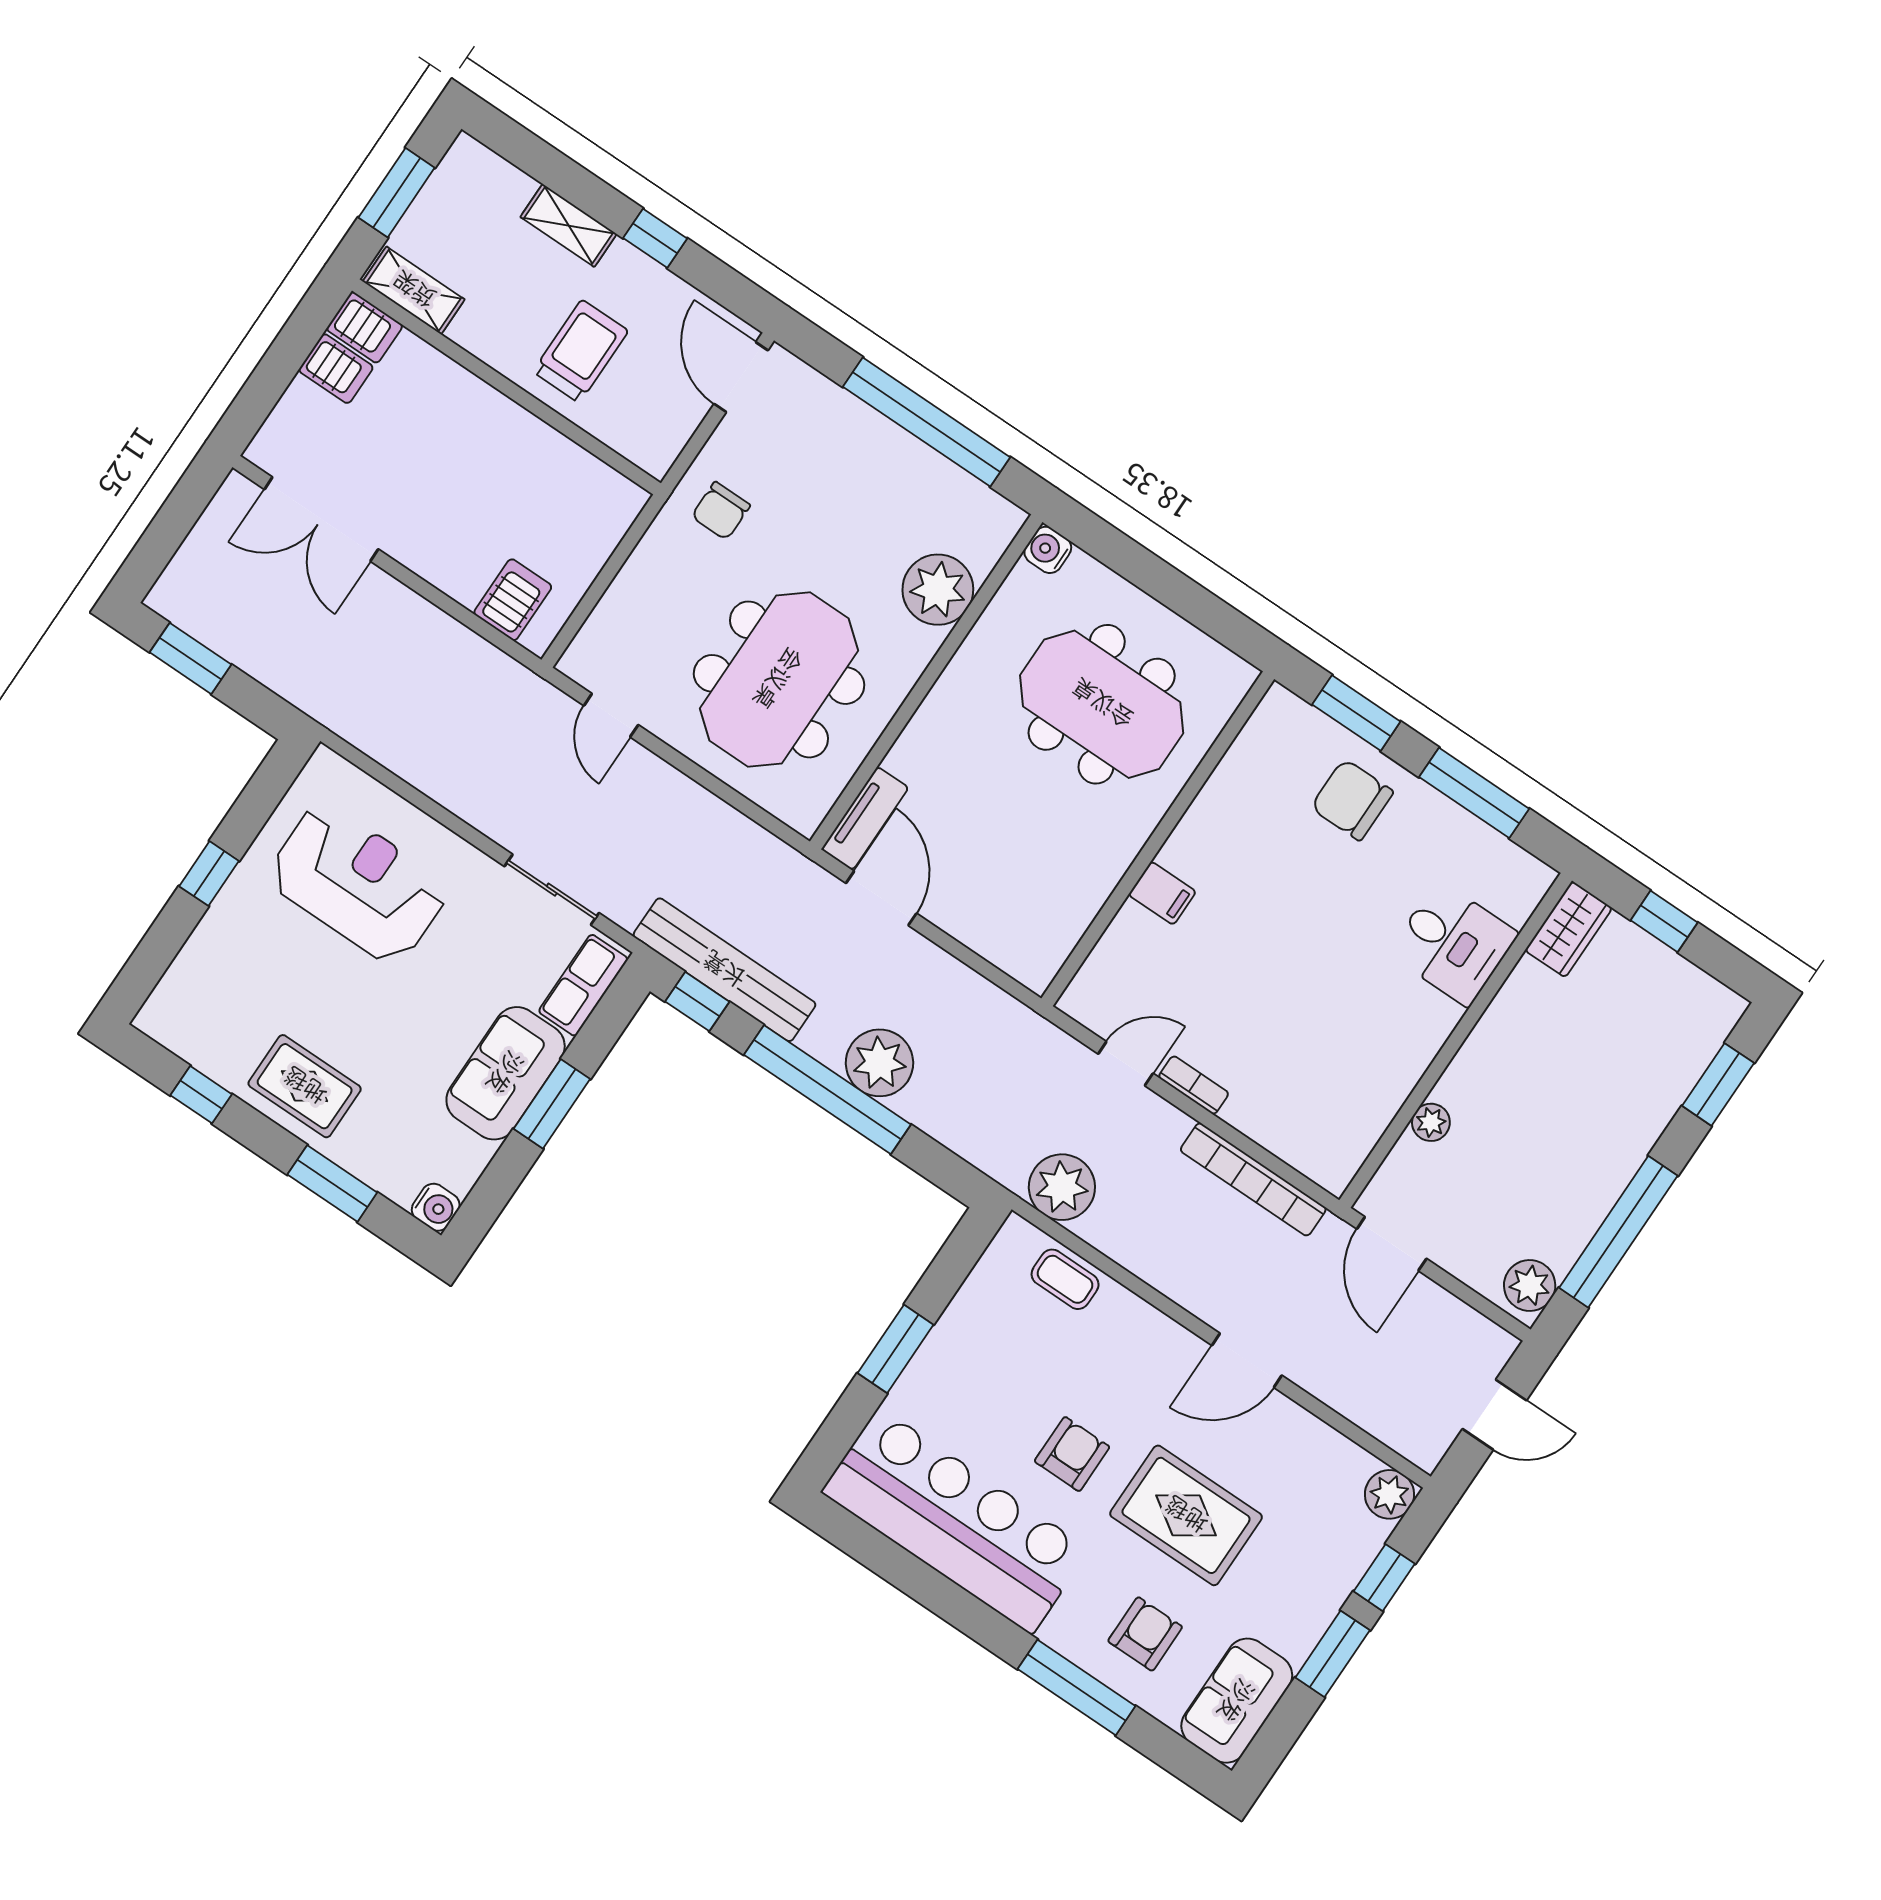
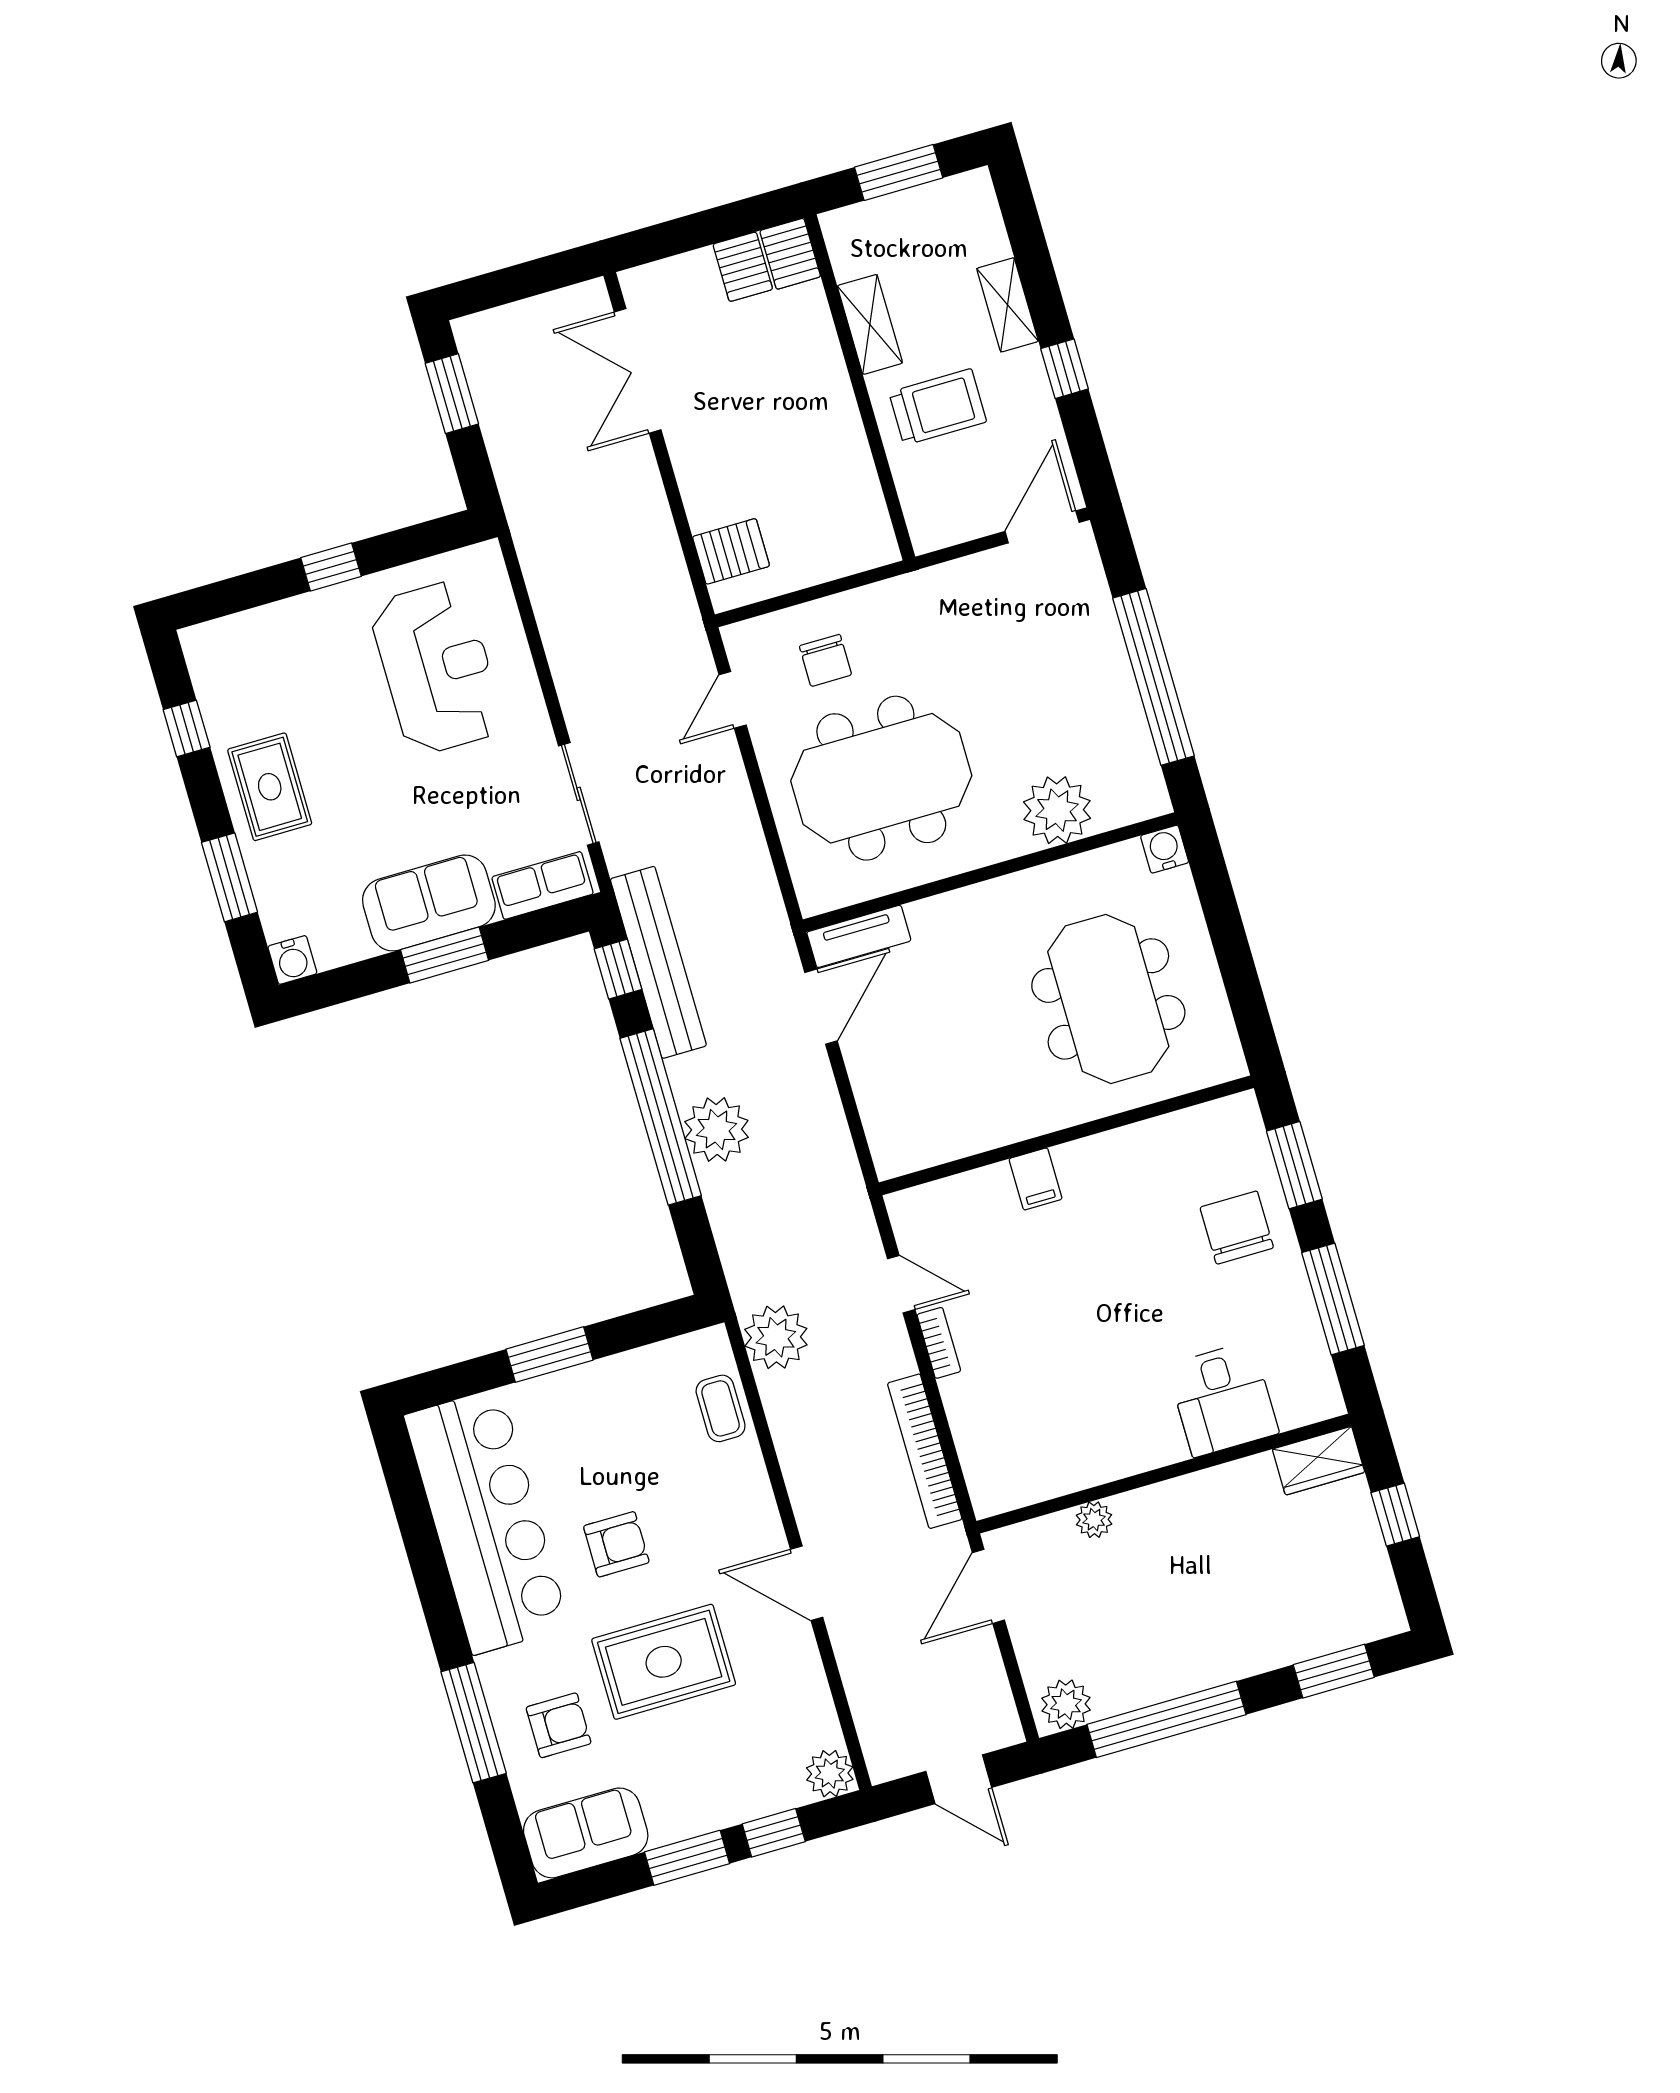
shelving: (414, 290) -> (870, 324), moved
chair: (721, 511) -> (826, 660), moved, turned -90
rug: (1186, 1515) -> (664, 1662), turned 90

